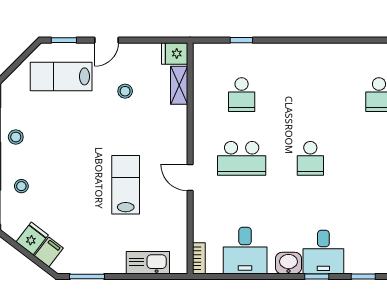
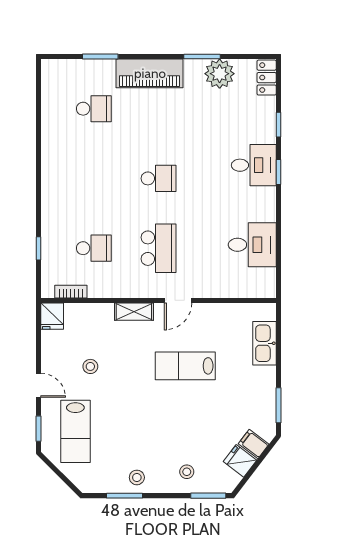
shelving: (179, 85) -> (134, 312), moved
bookcase: (199, 258) -> (71, 292), moved
washbasin: (289, 263) -> (265, 201), removed

